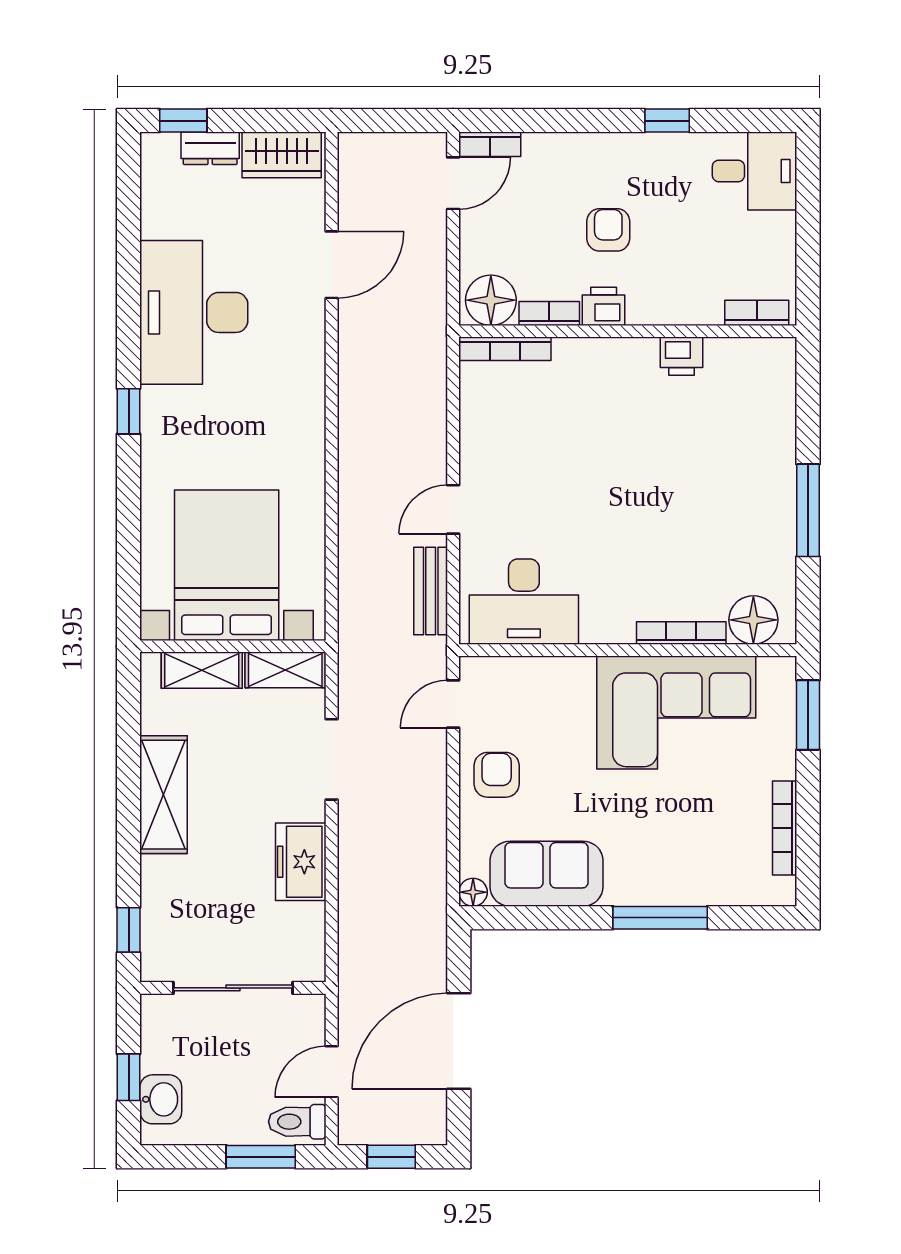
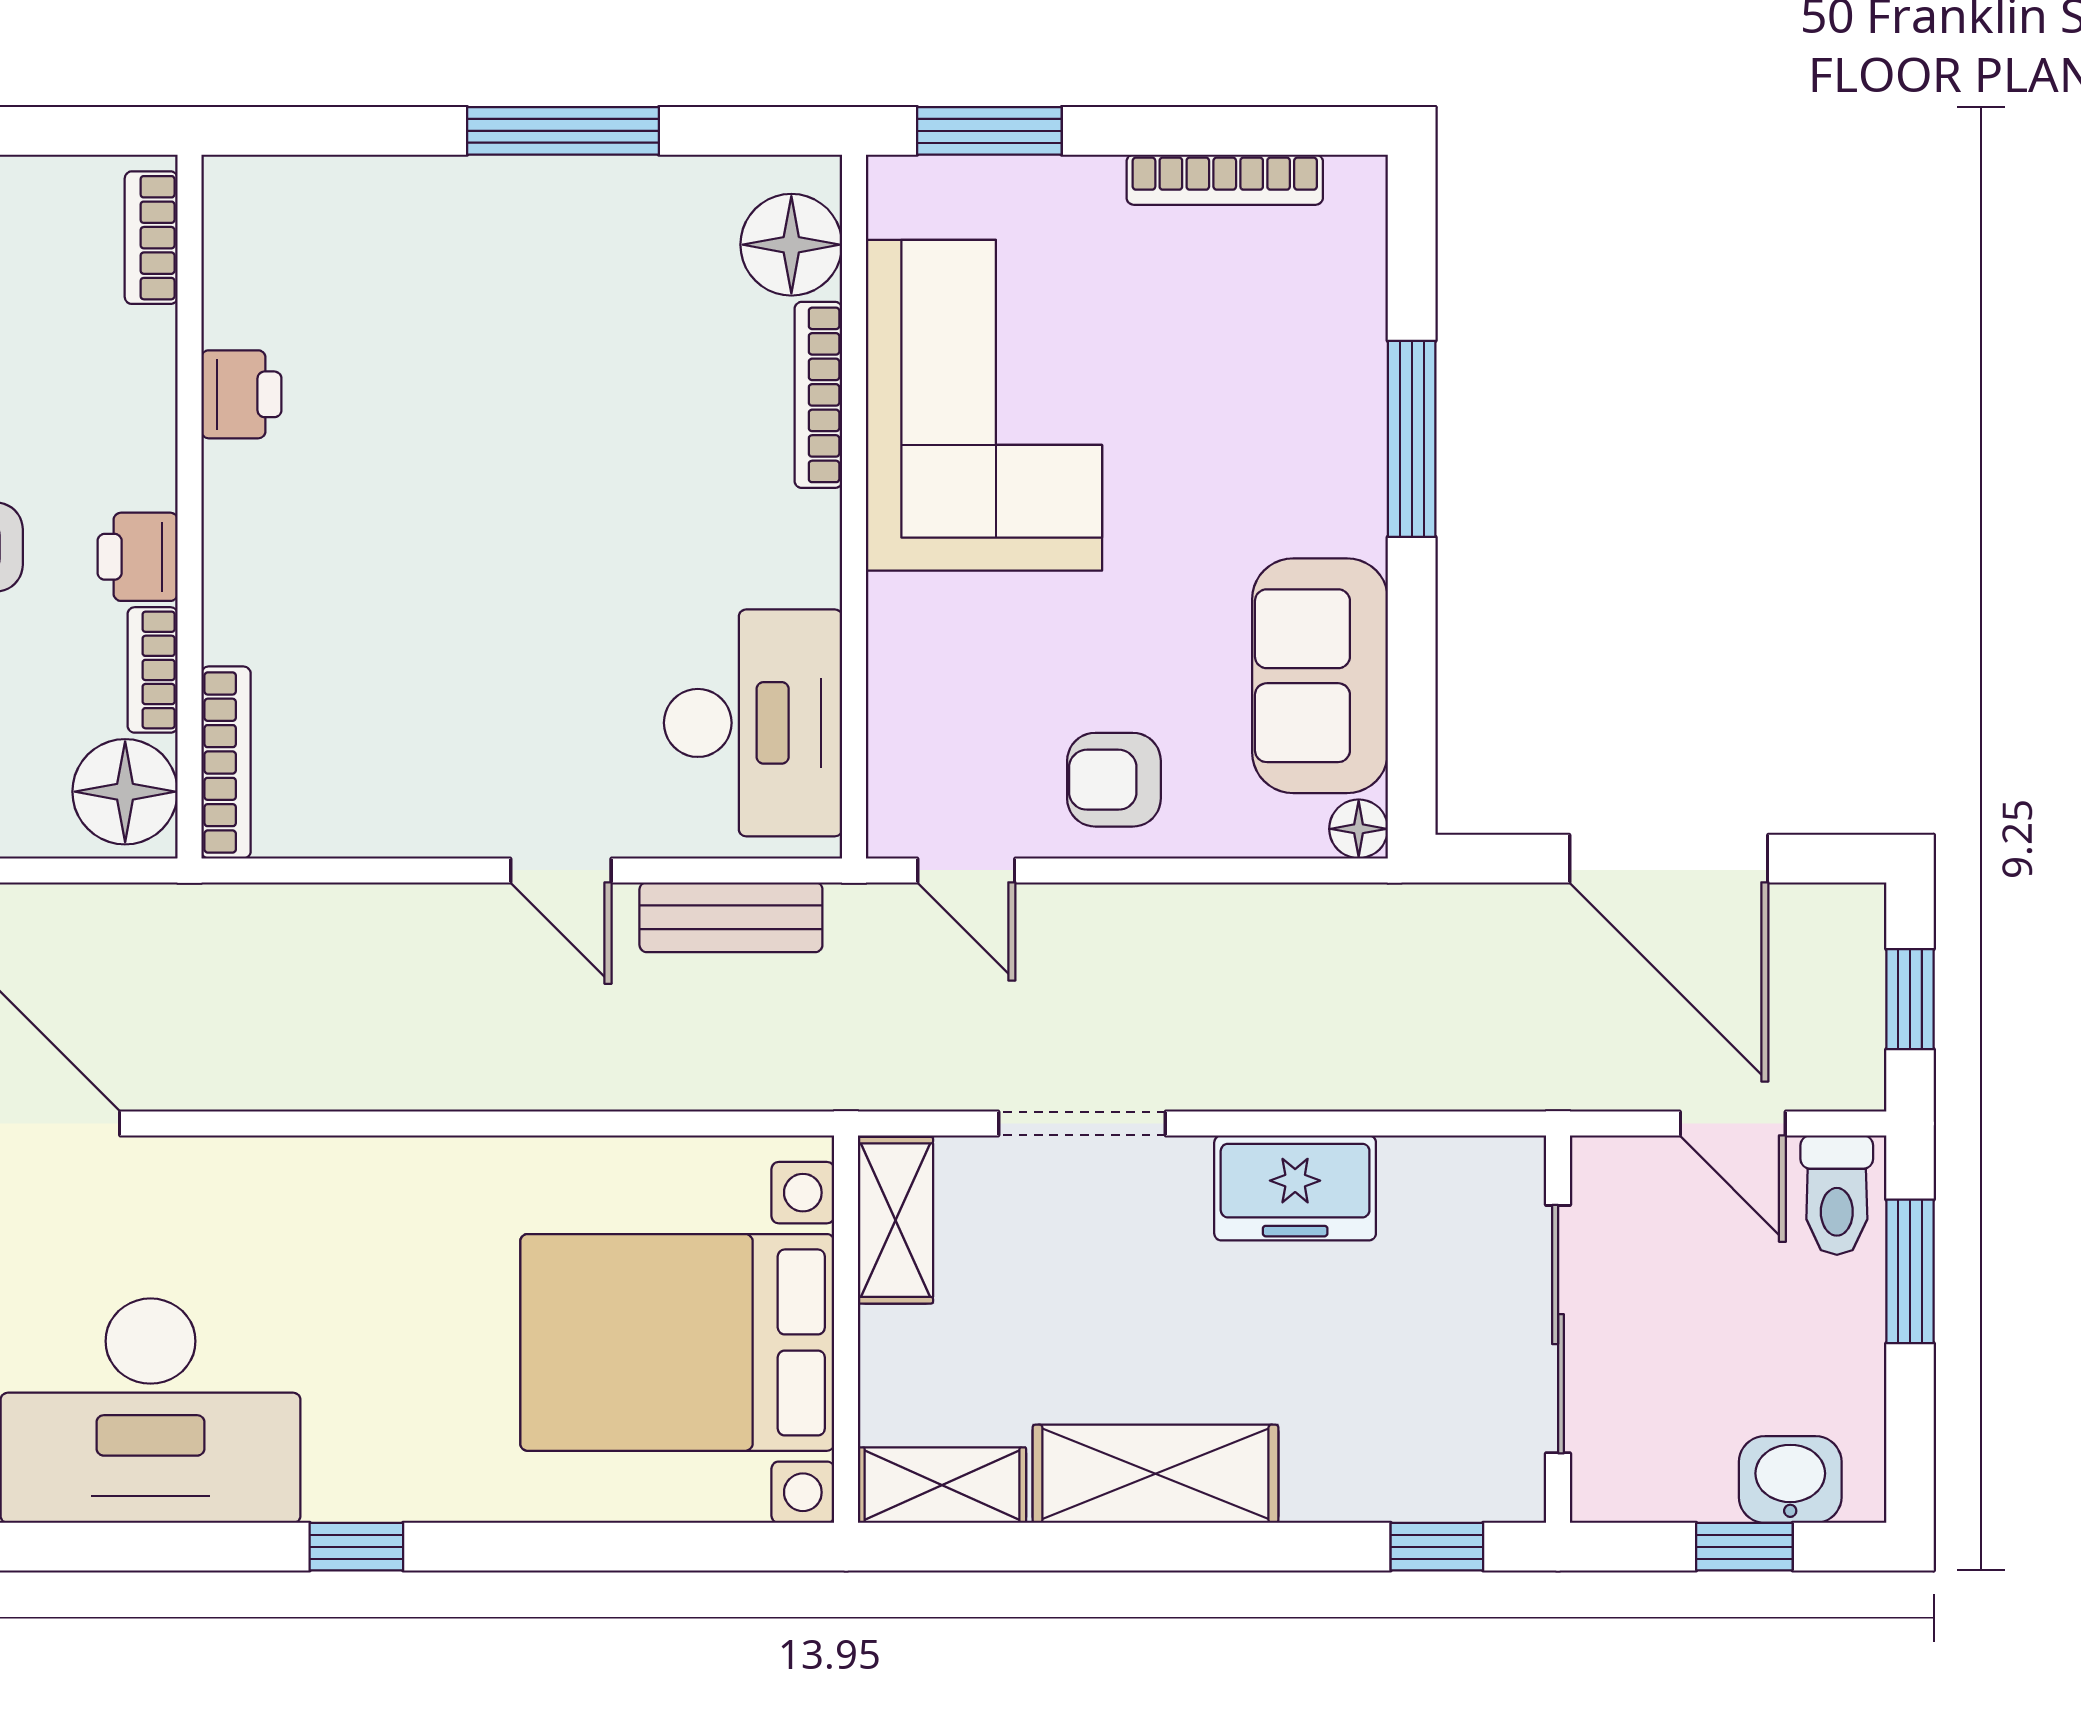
shelving: (202, 670) -> (942, 1485), moved, turned 90

